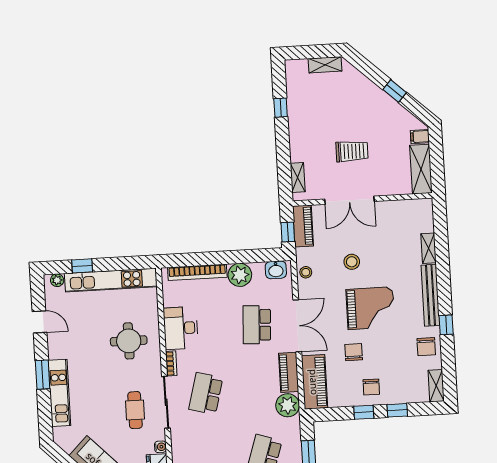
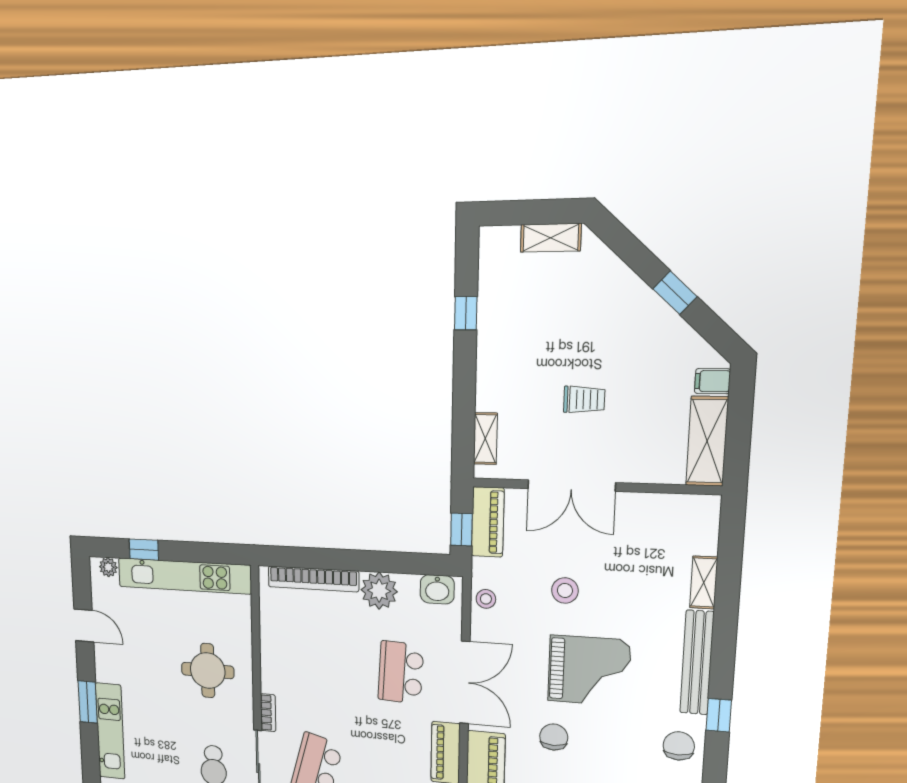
trolley: (352, 151) -> (584, 399), width x0.73, depth x0.72
desk: (181, 328) -> (284, 662), removed
chair: (426, 347) -> (679, 746), turned 180

